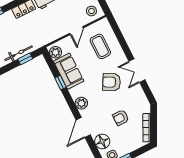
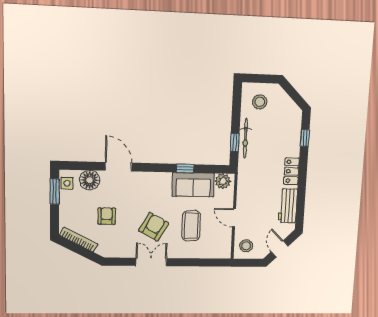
coffee table: (100, 46) -> (191, 226), moved, turned 90
plant: (81, 103) -> (148, 180), removed

